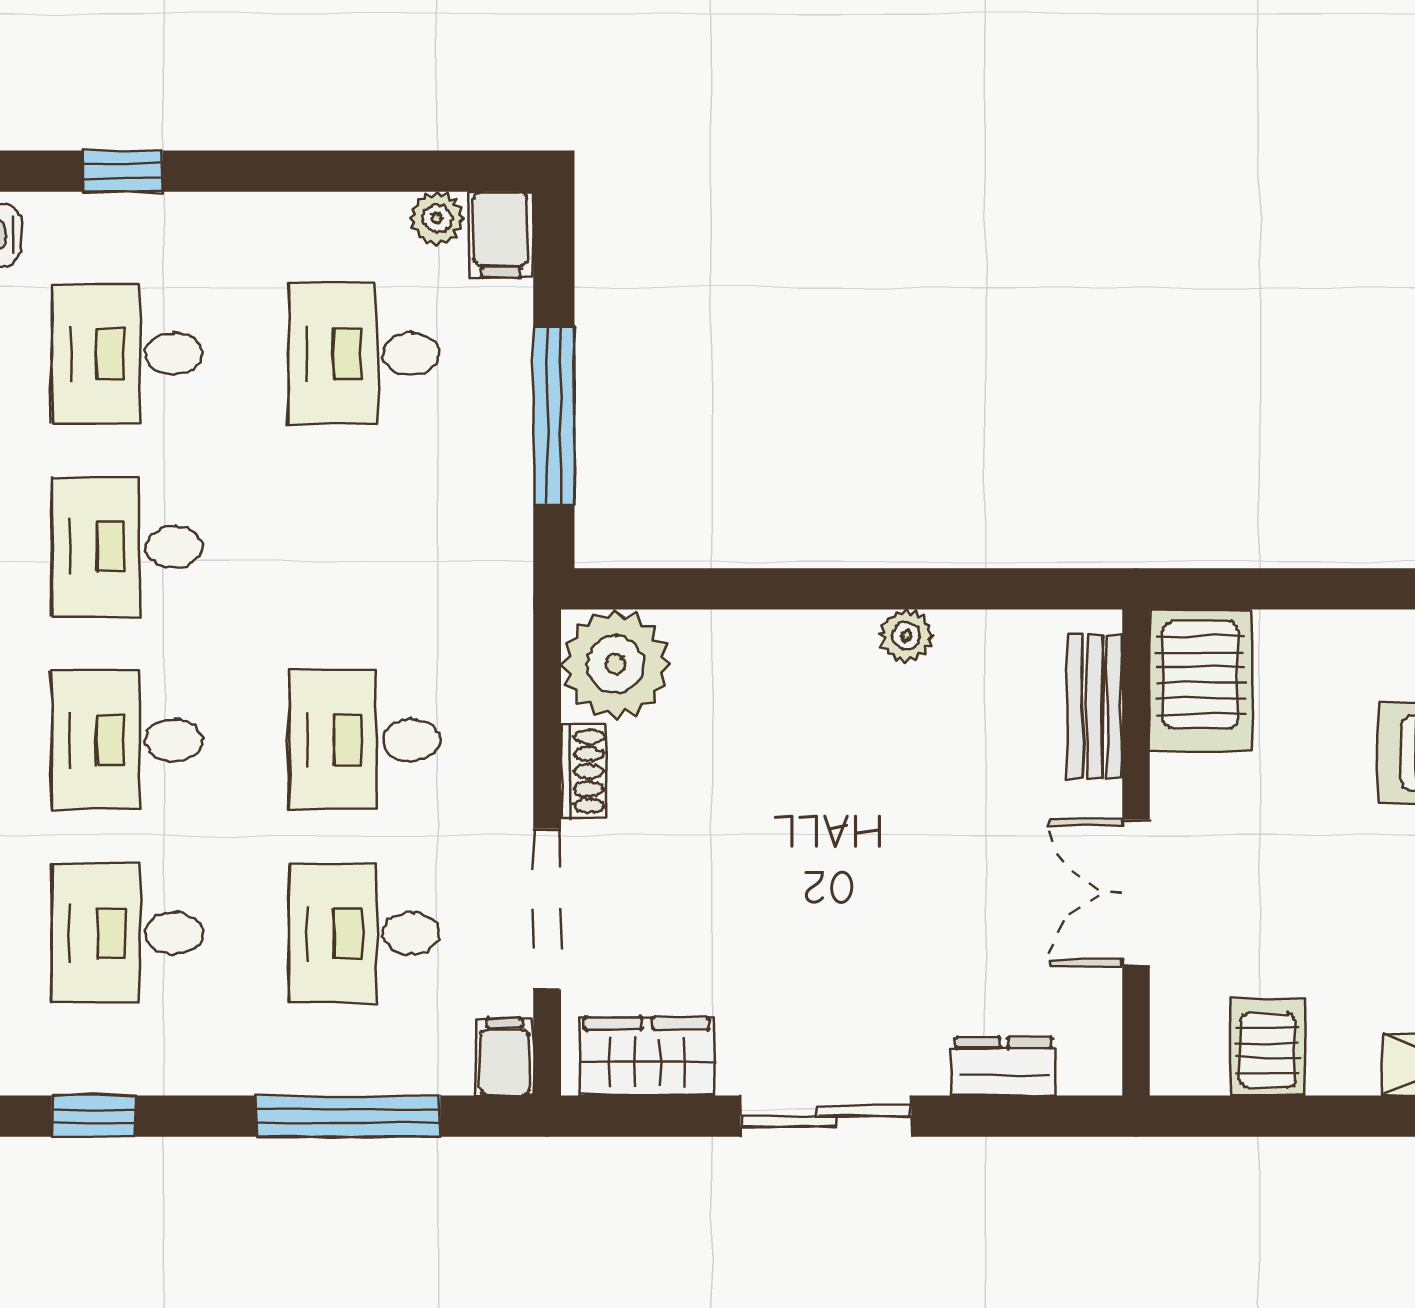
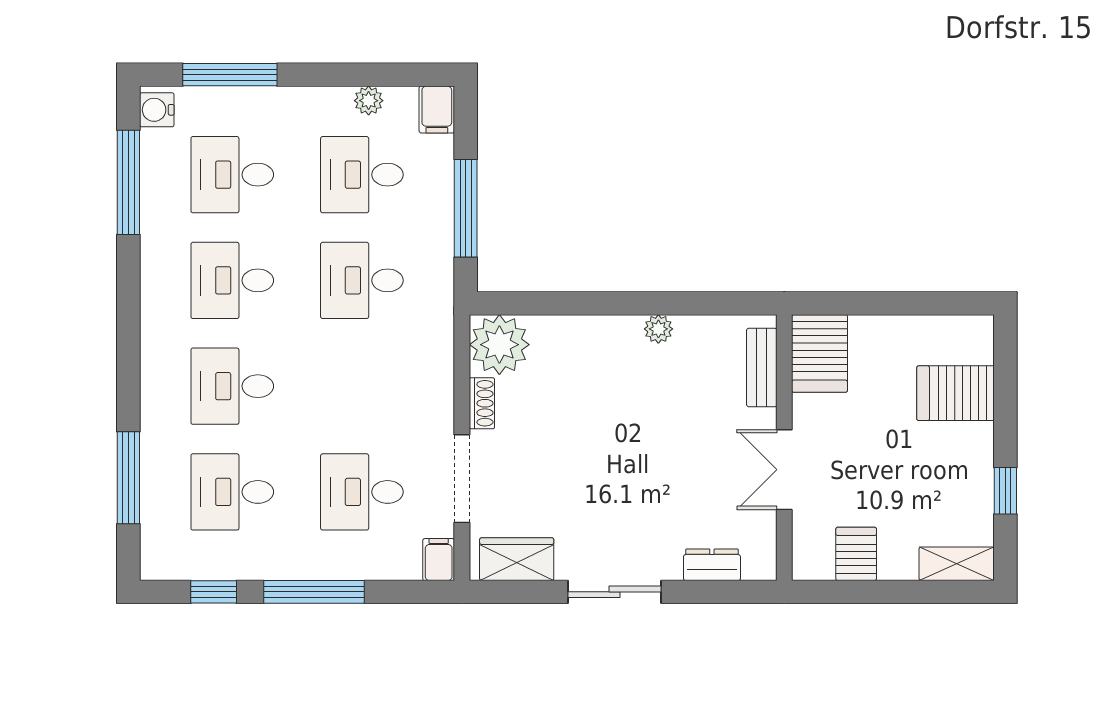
window: (123, 171) -> (230, 75), width x2.17
plant: (437, 218) -> (369, 101), moved
desk: (364, 740) -> (362, 280), moved
window: (348, 1116) -> (314, 592), moved

